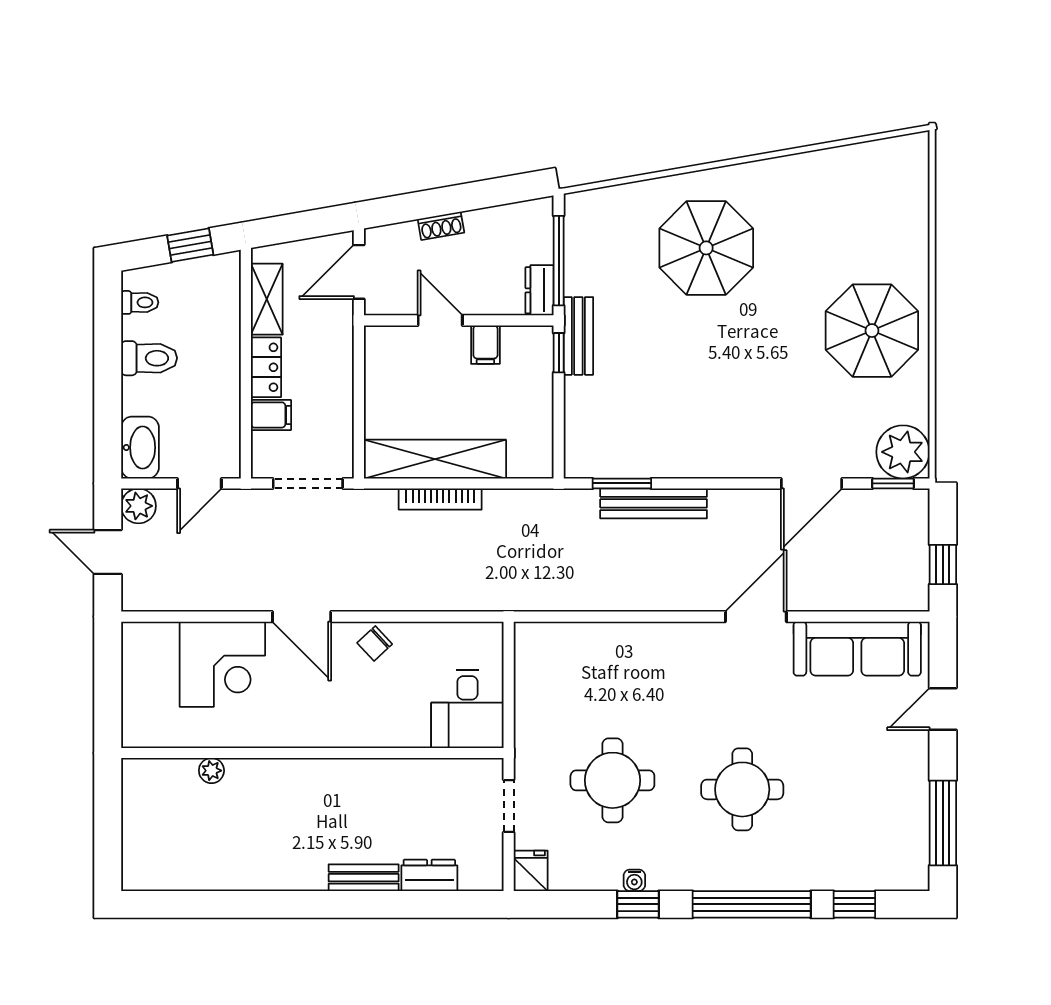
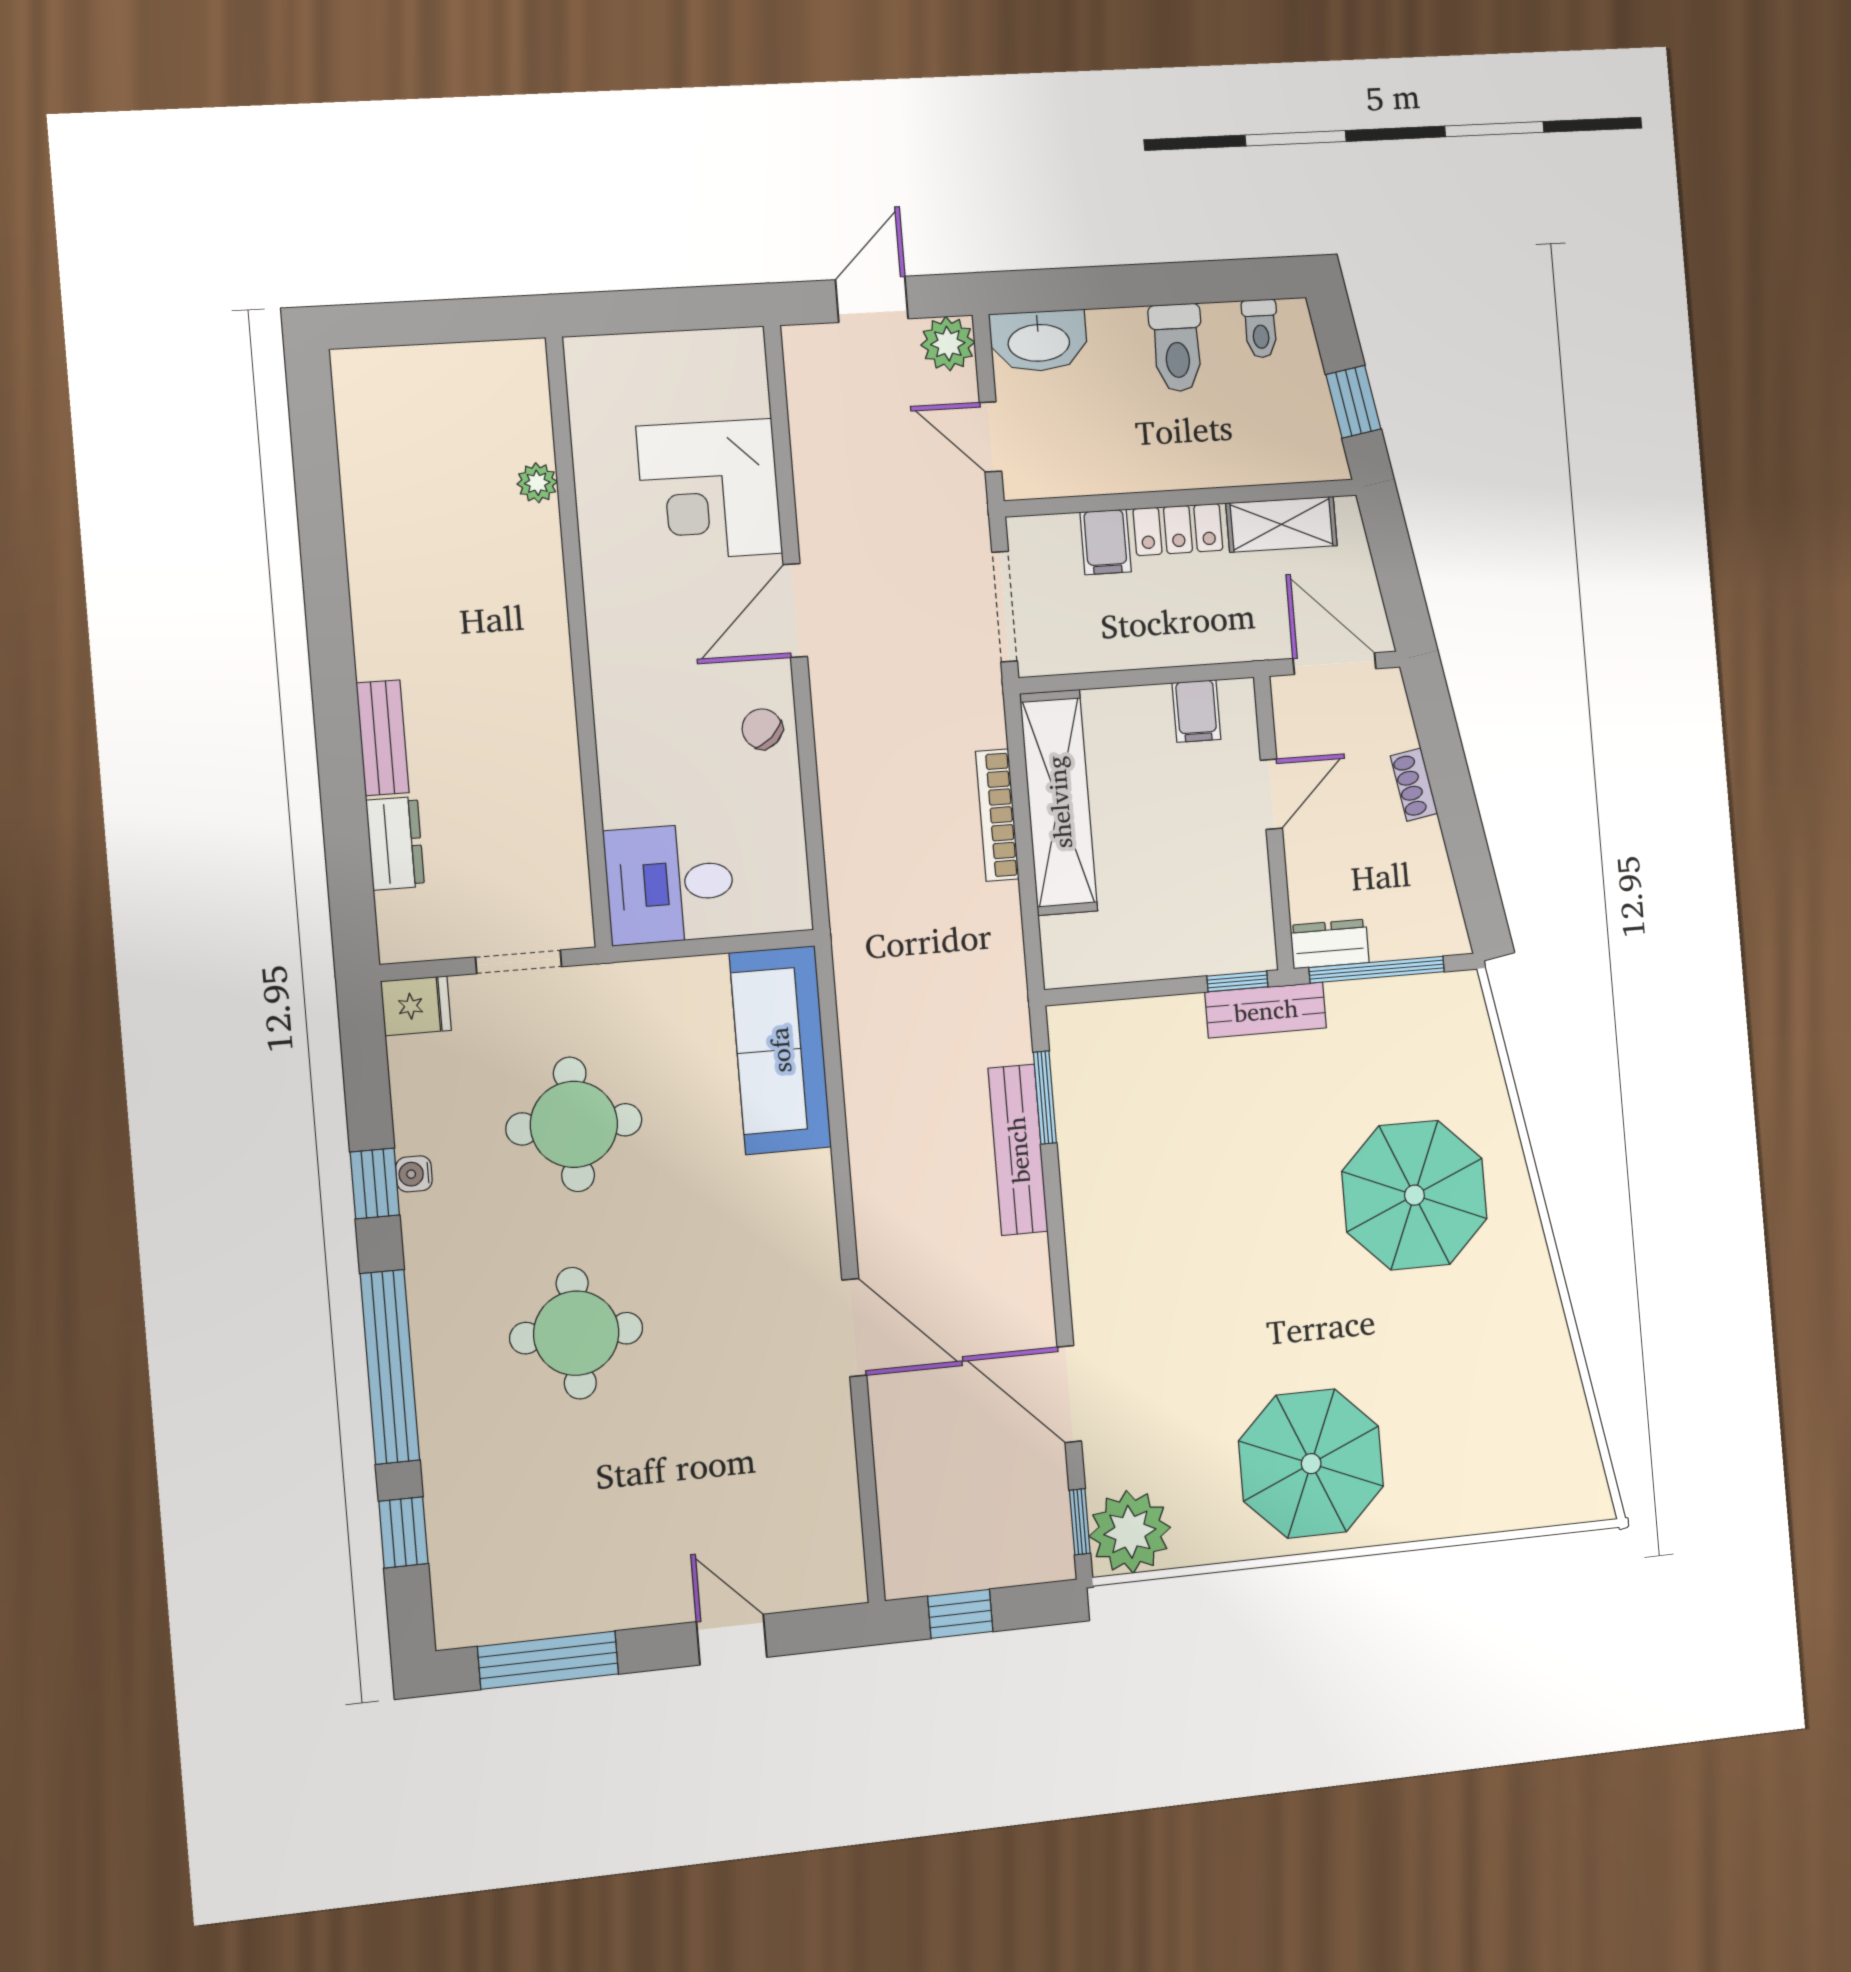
filing cabinet: (485, 345) -> (1196, 711), moved, turned -90
sofa: (857, 649) -> (780, 1050), moved

